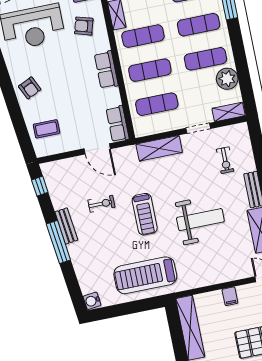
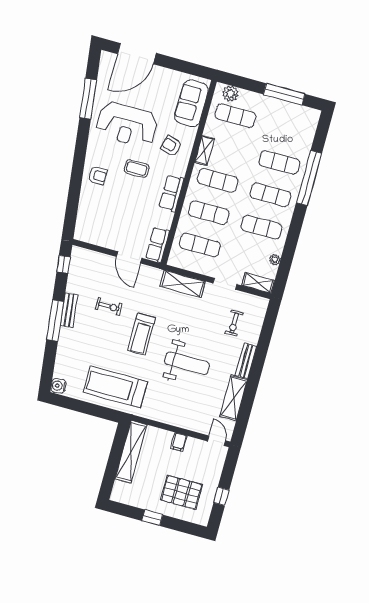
plant: (227, 79) -> (275, 260), width x0.53, depth x0.53
armchair: (30, 88) -> (98, 176), turned -65
coffee table: (46, 129) -> (137, 169), moved

